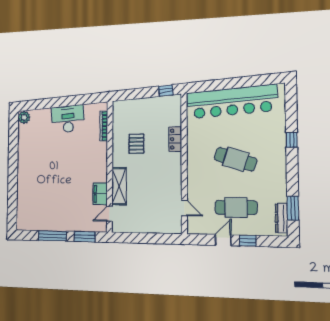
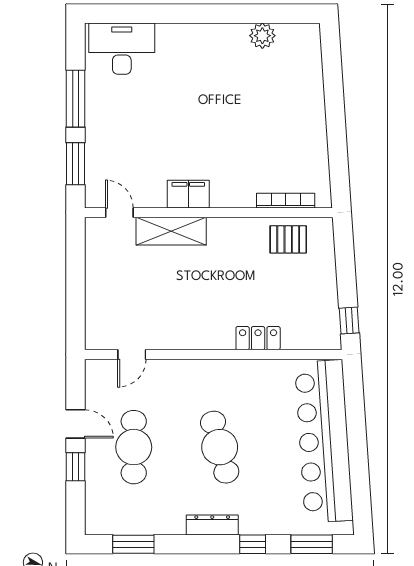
window: (291, 106) -> (312, 544), added
plant: (24, 117) -> (262, 36), moved
desk: (68, 119) -> (122, 49), moved, turned -86
pallet: (136, 144) -> (288, 239), moved
cafe table: (236, 159) -> (220, 447), turned -33
filing cabinet: (100, 194) -> (188, 194), moved
dresser: (282, 218) -> (212, 525), moved

